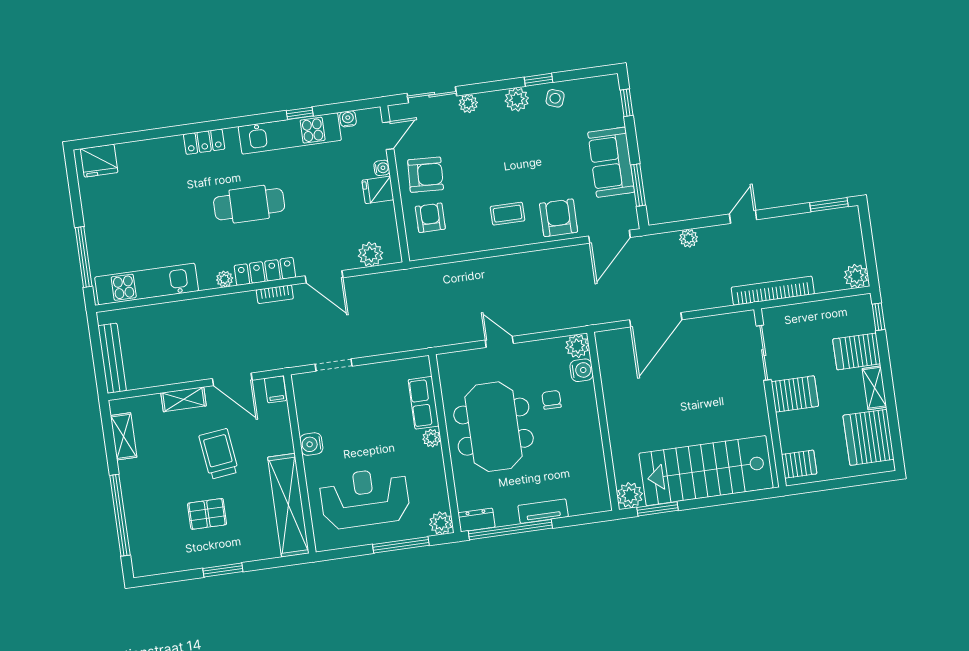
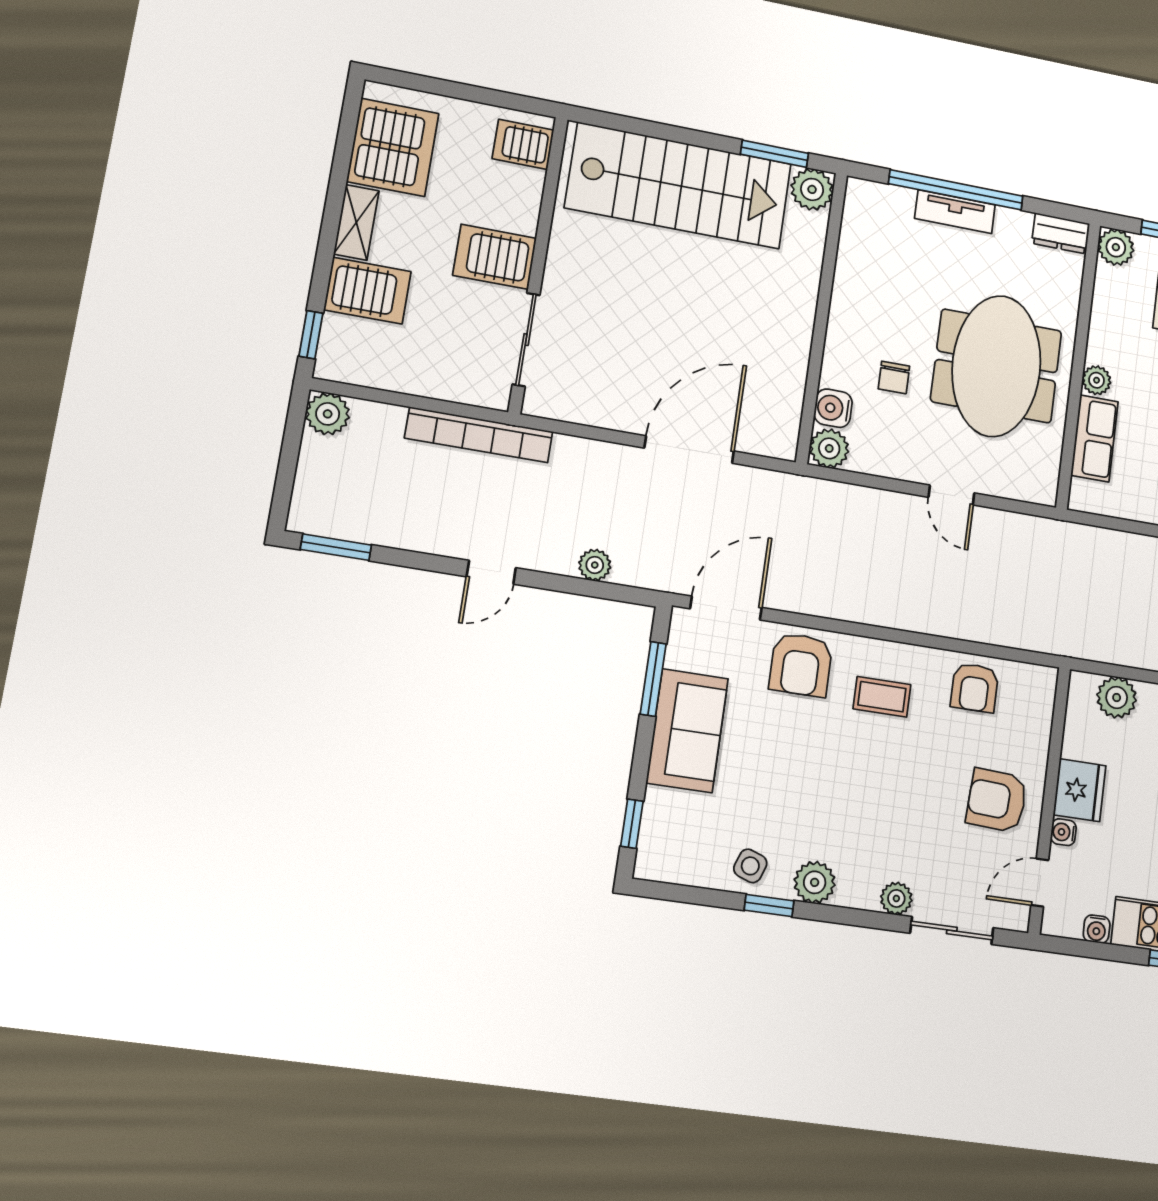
fridge: (378, 190) -> (1080, 790), width x1.38
armchair: (430, 218) -> (975, 688), moved
window: (510, 530) -> (956, 190), moved

